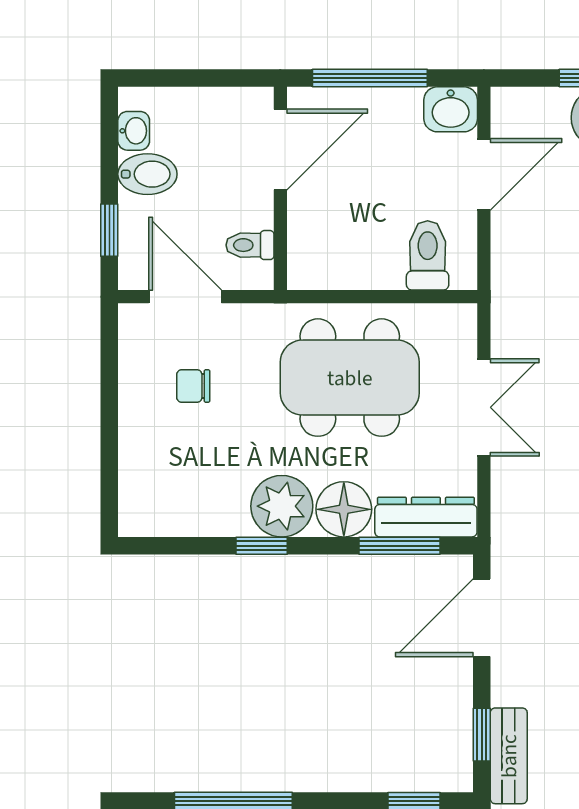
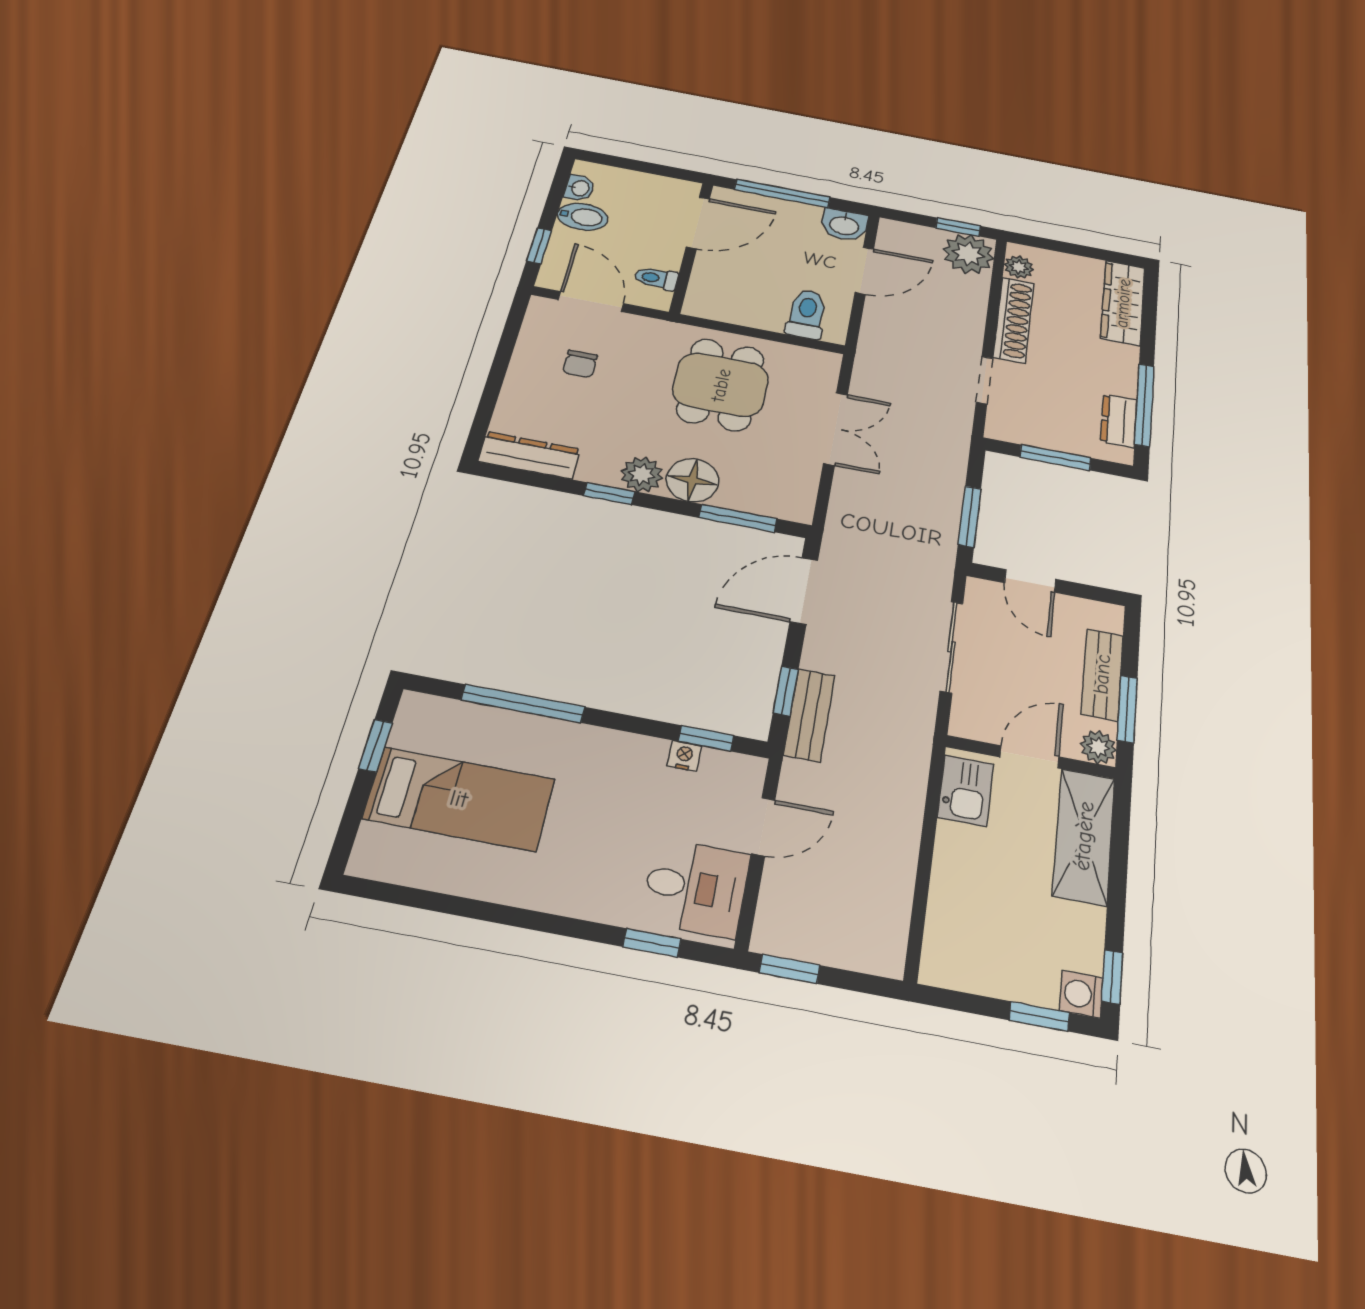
dining table: (350, 378) -> (721, 385), width x0.73
chair: (193, 386) -> (580, 364), turned -90
plant: (282, 506) -> (642, 475), width x0.73, depth x0.73
dresser: (426, 517) -> (529, 455), moved

